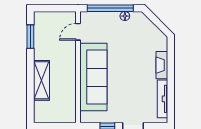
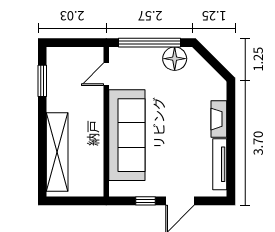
floor lamp: (125, 16) -> (175, 59), width x1.89, depth x1.89
shelving: (41, 80) -> (57, 152), width x1.47

